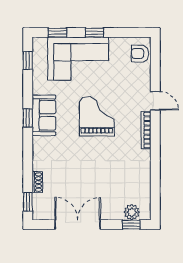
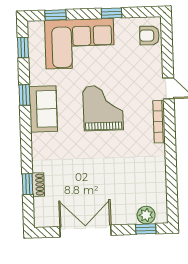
window: (94, 33) -> (111, 13), moved
window: (28, 118) -> (25, 95), moved
window: (28, 202) -> (28, 184), moved

